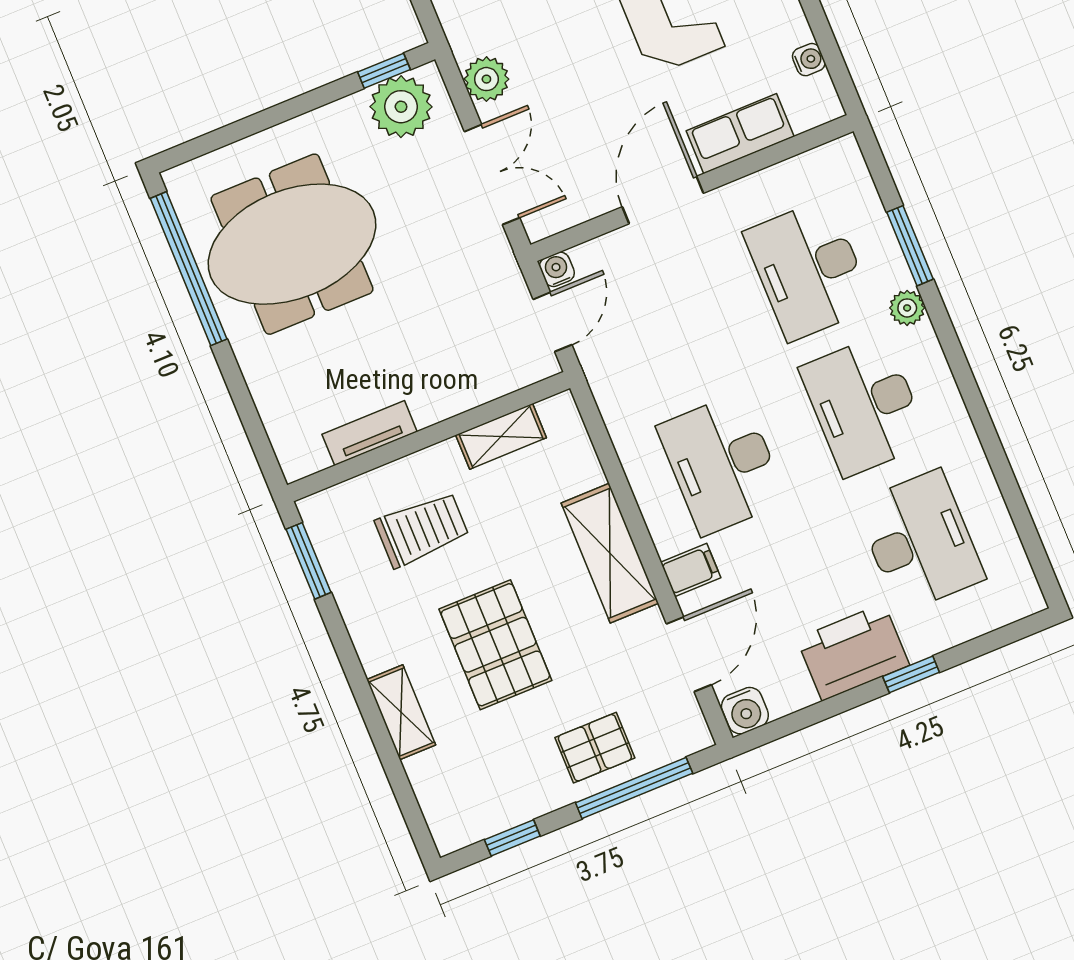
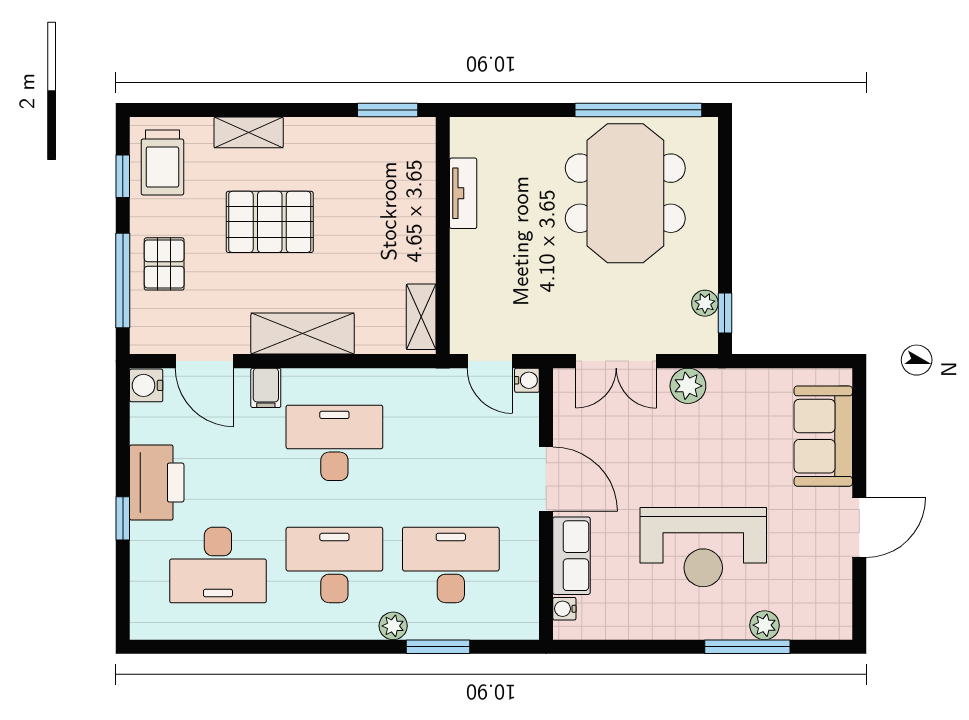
water cooler: (809, 60) -> (564, 609), moved, turned 90
plant: (401, 107) -> (705, 303), width x0.53, depth x0.53
shelving: (501, 436) -> (421, 317), moved
trolley: (422, 529) -> (162, 162), moved

